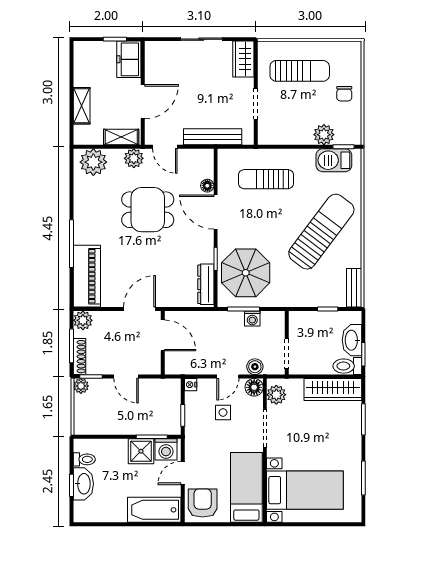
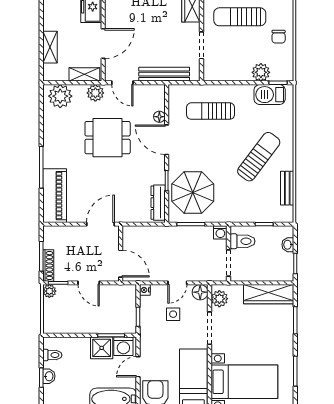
sun lounger: (300, 71) -> (240, 17), turned 180
sun lounger: (321, 232) -> (259, 157), width x0.73, depth x0.75
bench: (354, 288) -> (287, 188), moved
washing machine: (252, 319) -> (220, 232), moved
plant: (83, 320) -> (51, 234), removed
door: (163, 335) -> (121, 264), moved
washbasin: (352, 340) -> (288, 245), width x0.52, depth x0.69
toilet: (347, 366) -> (243, 241), moved, turned 180
boiler: (255, 367) -> (201, 274), removed
washbasin: (83, 484) -> (49, 376), width x0.52, depth x0.69

